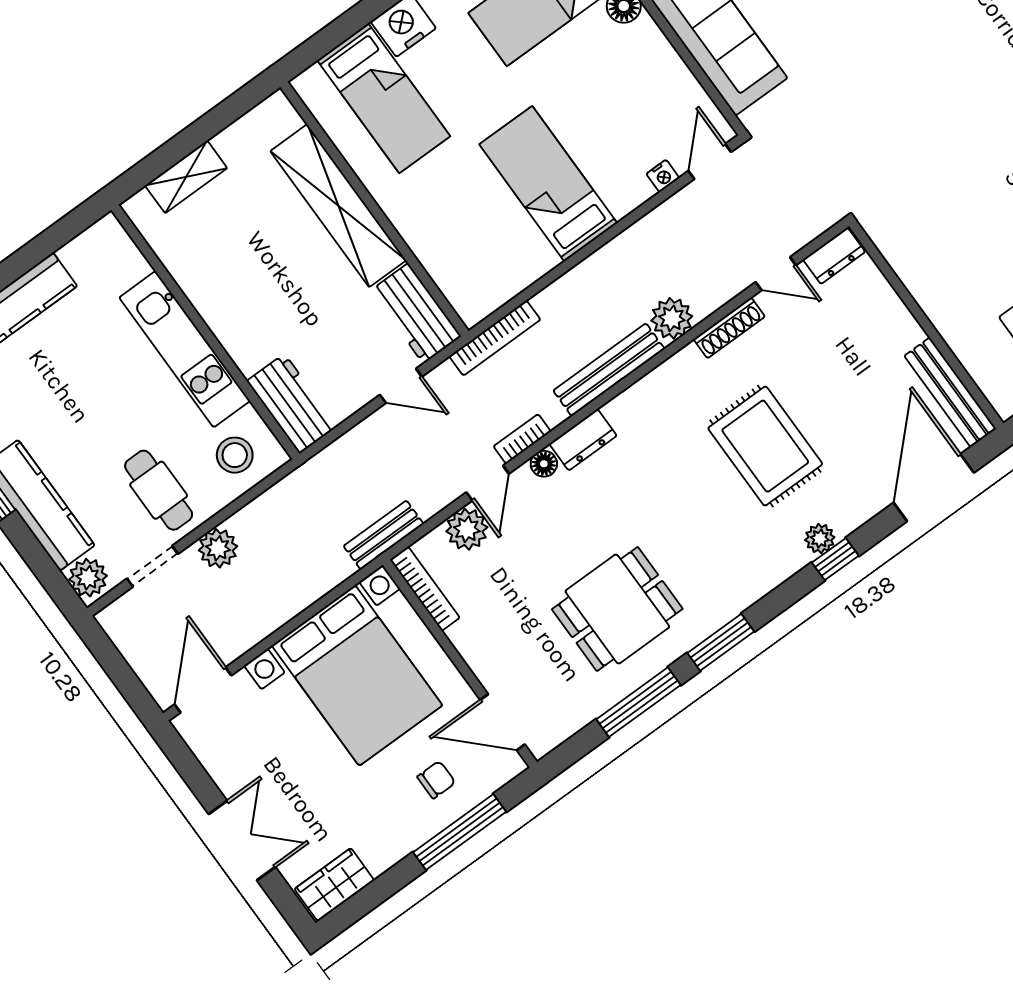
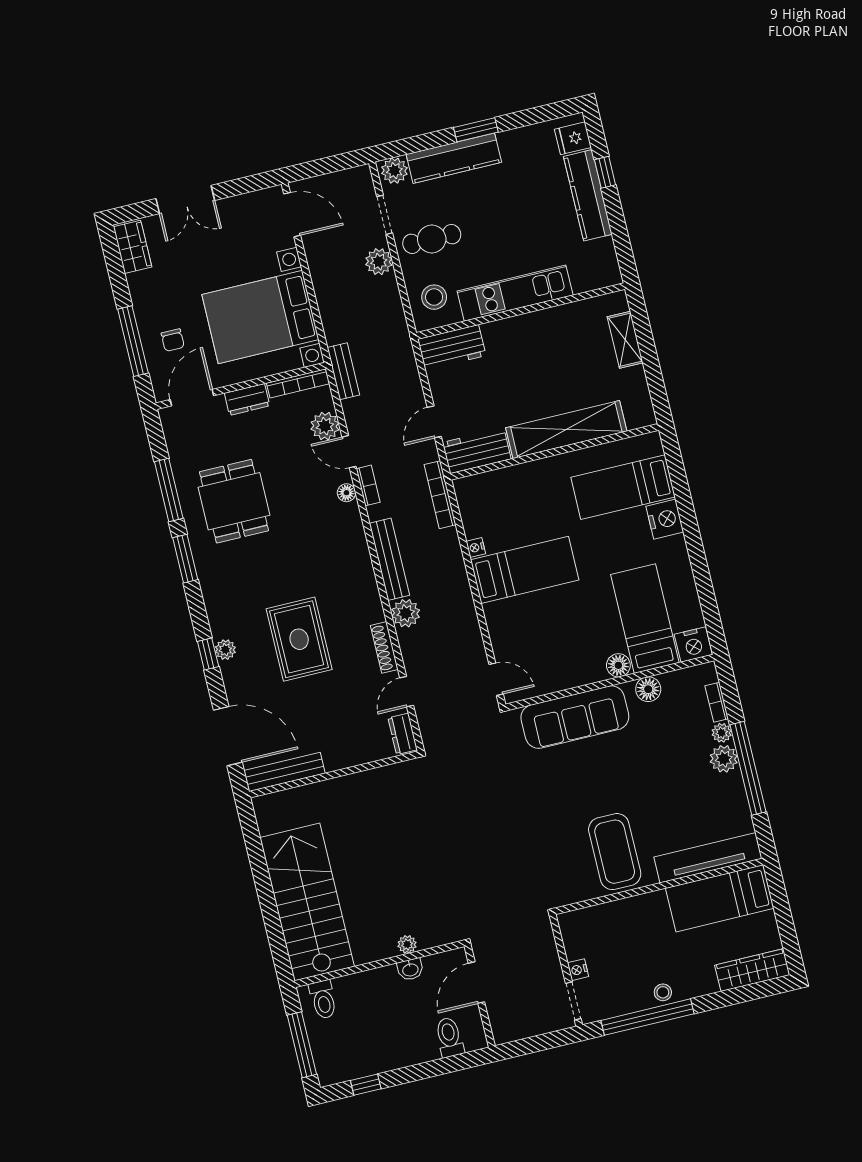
nightstand: (663, 176) -> (476, 547), moved
dresser: (583, 440) -> (247, 399), moved, turned -90
rug: (765, 446) -> (299, 639), turned 90

